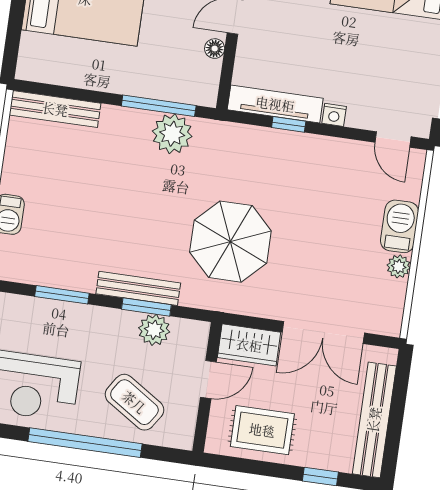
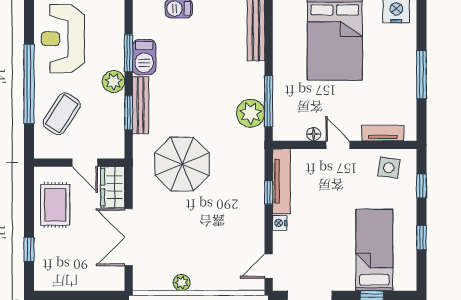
barbecue: (399, 226) -> (144, 57), moved, turned 90
plant: (154, 330) -> (114, 82), moved
bench: (374, 420) -> (73, 281), removed

